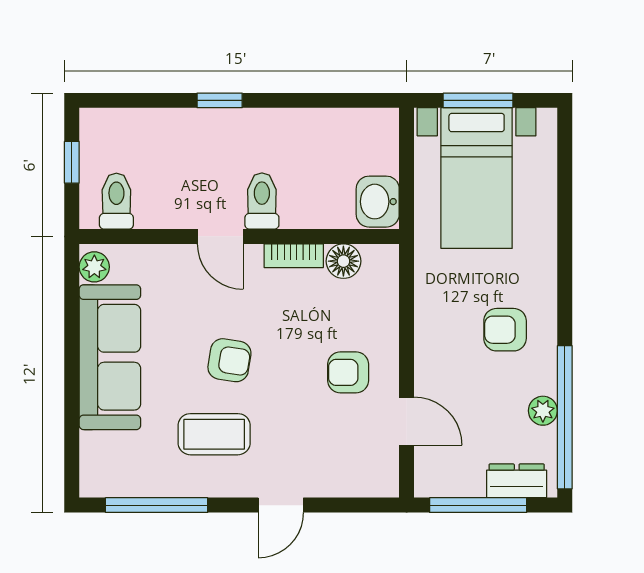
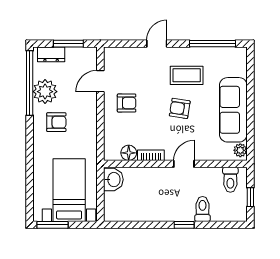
window: (478, 100) -> (53, 225), moved
toilet: (262, 201) -> (203, 209), moved, turned 180
door: (220, 236) -> (184, 164), hinge flipped
plant: (543, 411) -> (45, 92), width x1.88, depth x1.88
door: (407, 421) -> (100, 81), hinge flipped
window: (478, 505) -> (68, 44), width x0.69

